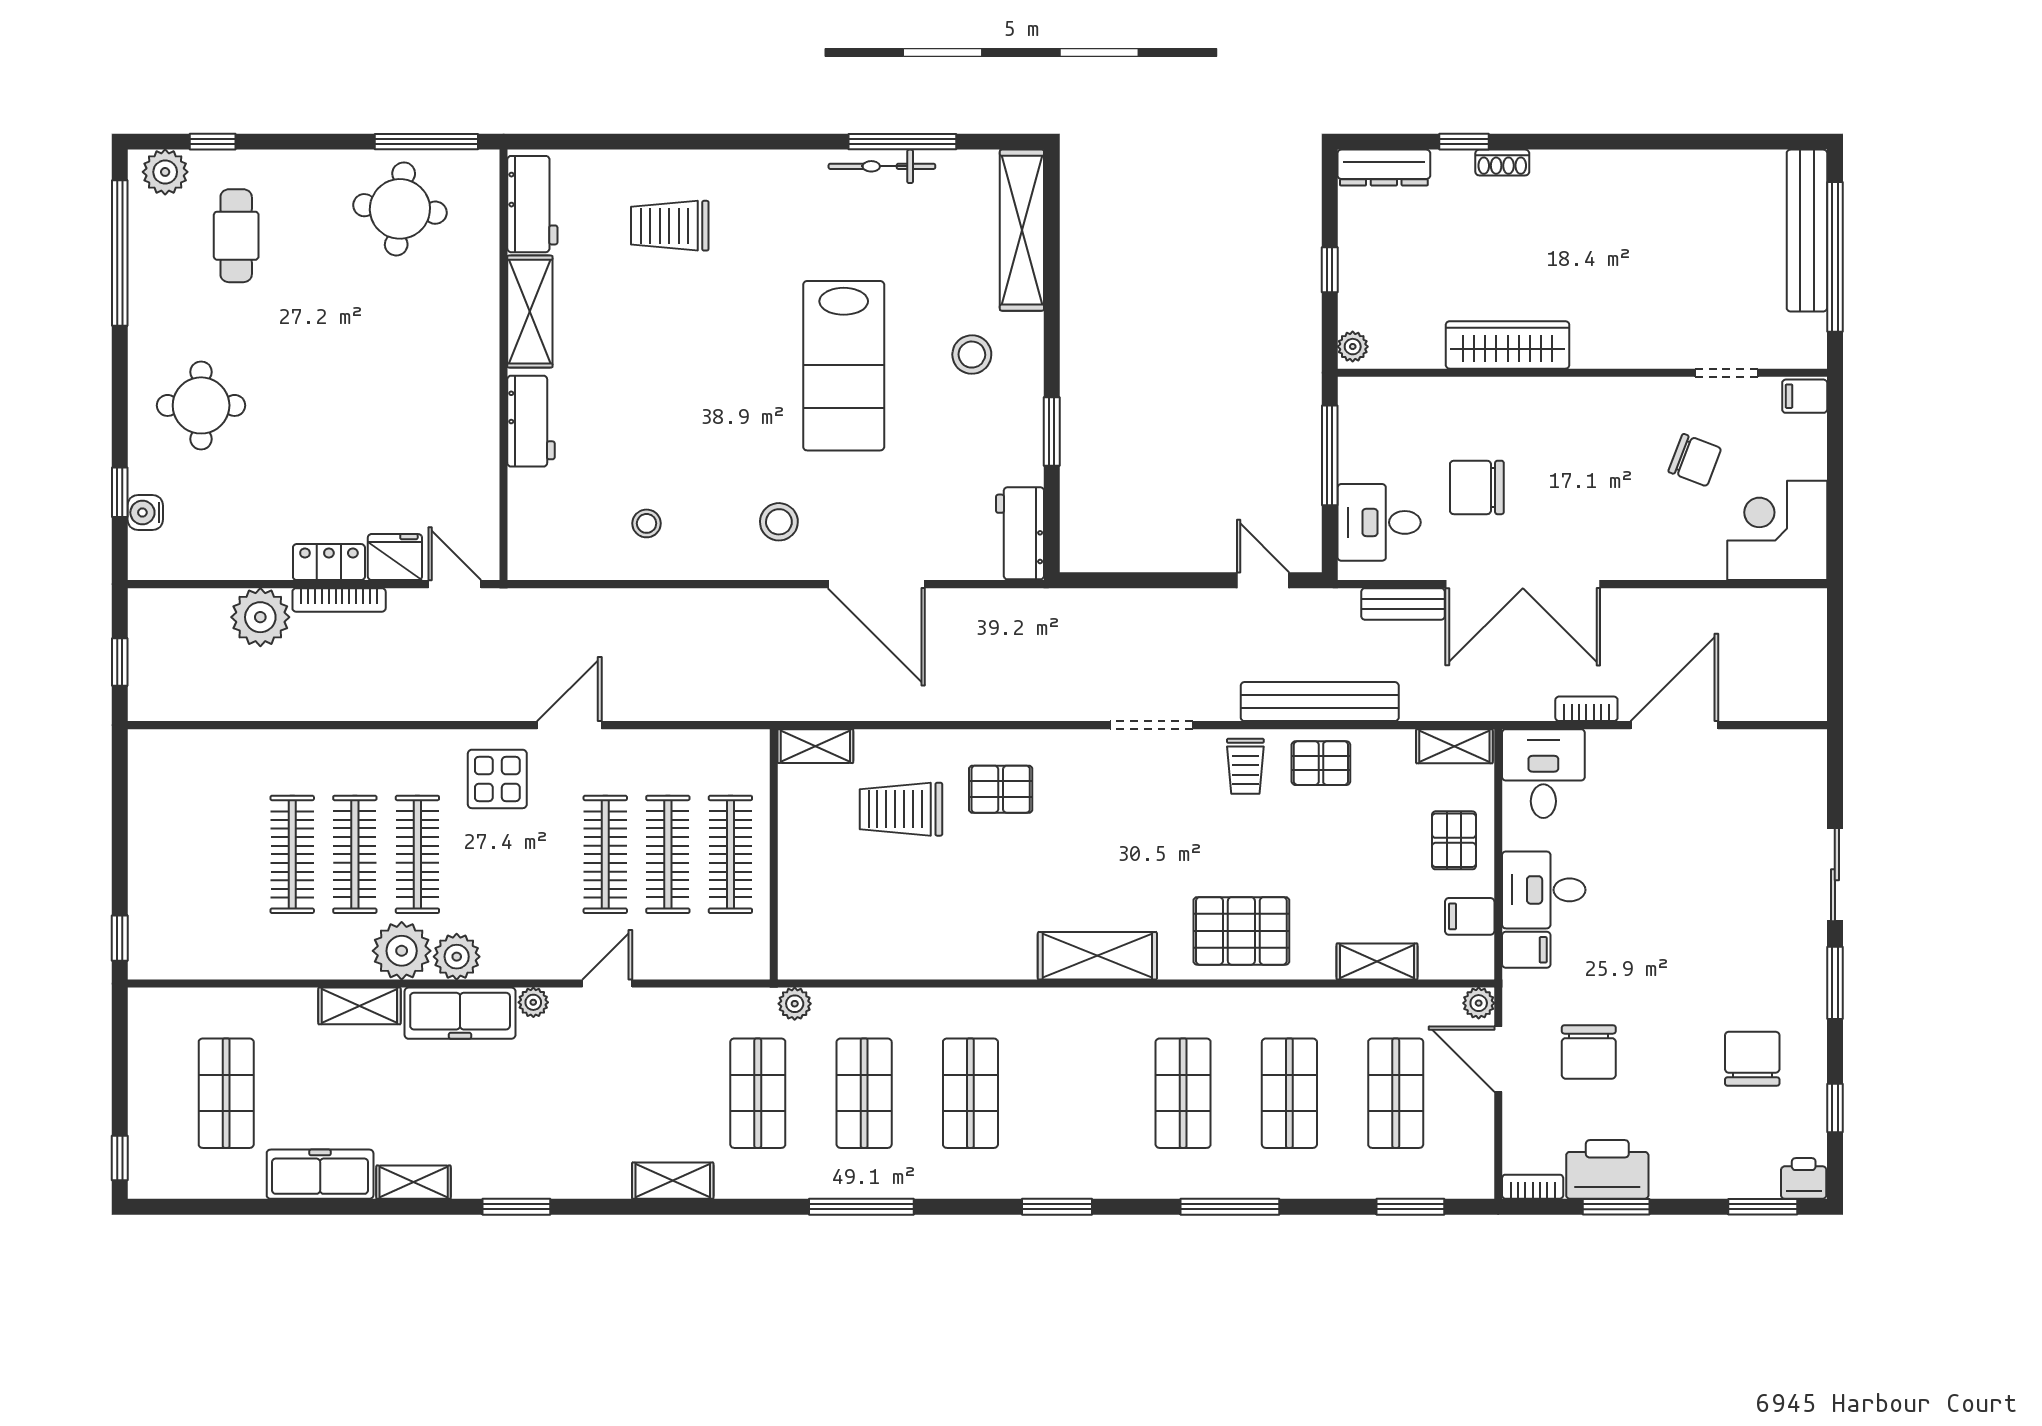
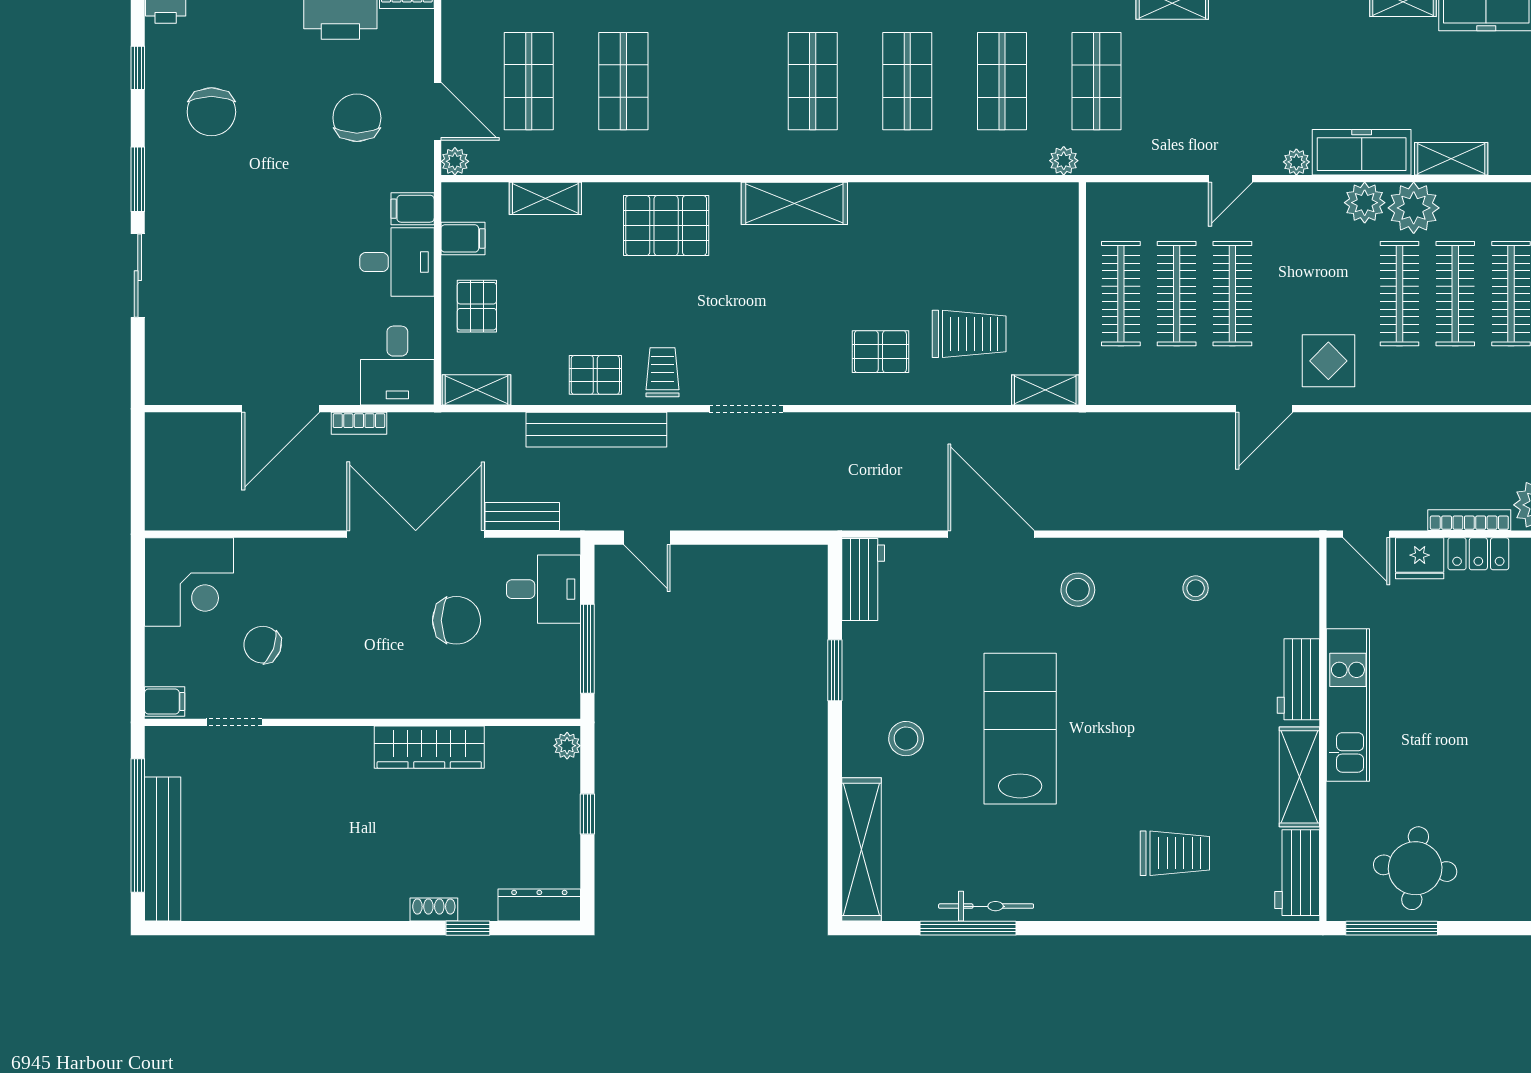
kitchen unit: (475, 392) -> (1348, 705), added
shop shelf: (1183, 1093) -> (813, 81), moved

